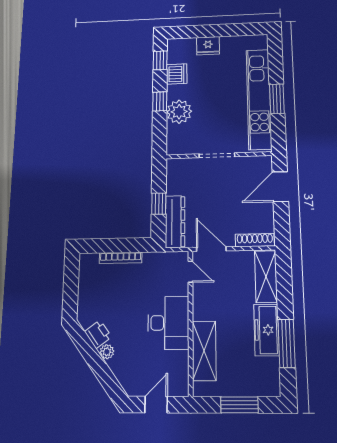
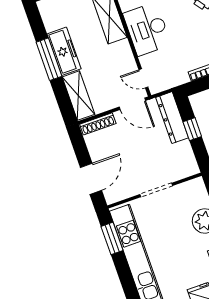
window: (277, 99) -> (112, 238), moved
window: (286, 343) -> (49, 59), moved

